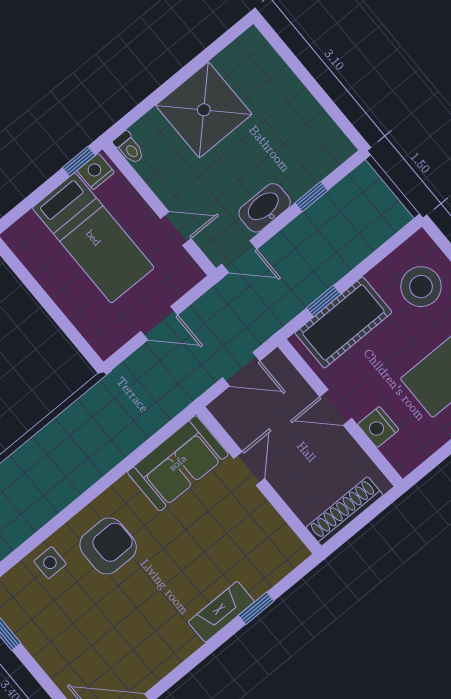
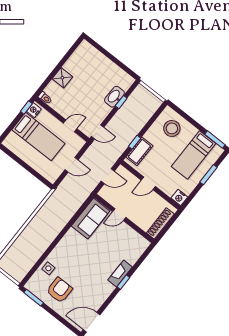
shower: (204, 110) -> (62, 78), width x0.54, depth x0.54
washbasin: (265, 208) -> (114, 97), moved
cot: (343, 323) -> (139, 151), width x0.73, depth x0.75
nightstand: (378, 427) -> (179, 197), moved
door: (249, 468) -> (119, 215), swing flipped
armchair: (108, 546) -> (59, 290), moved
window: (256, 608) -> (123, 282), moved

